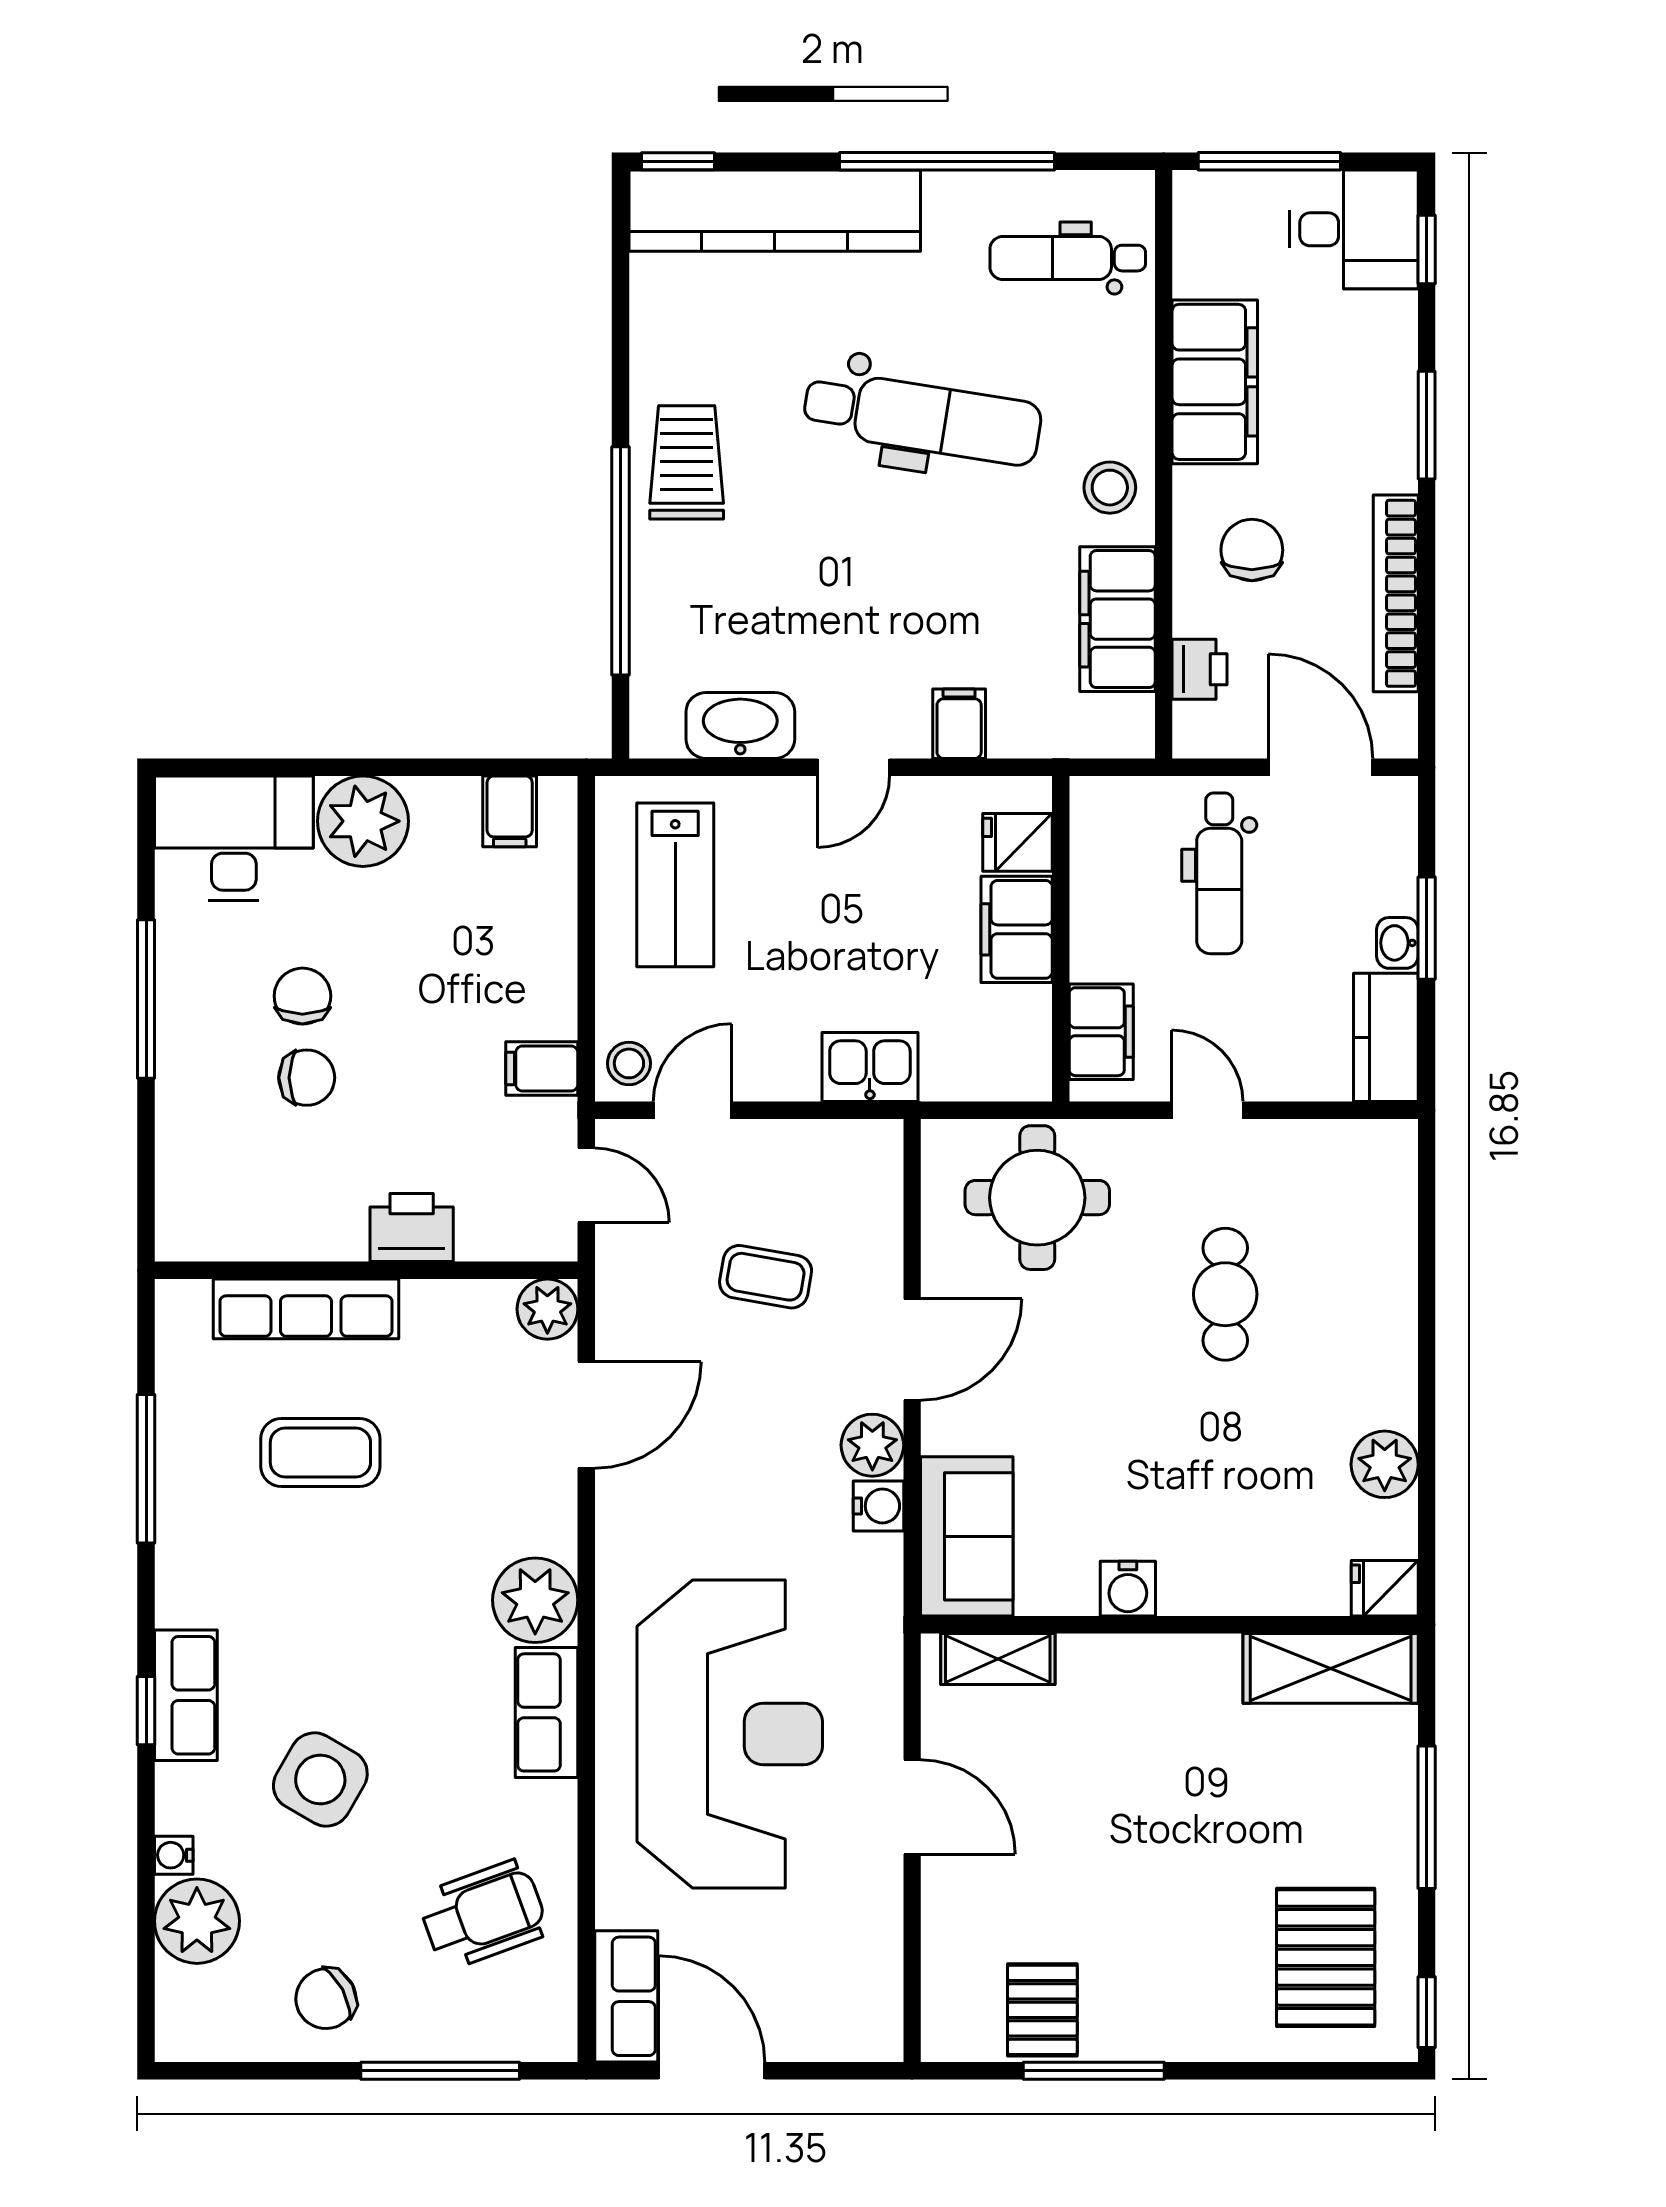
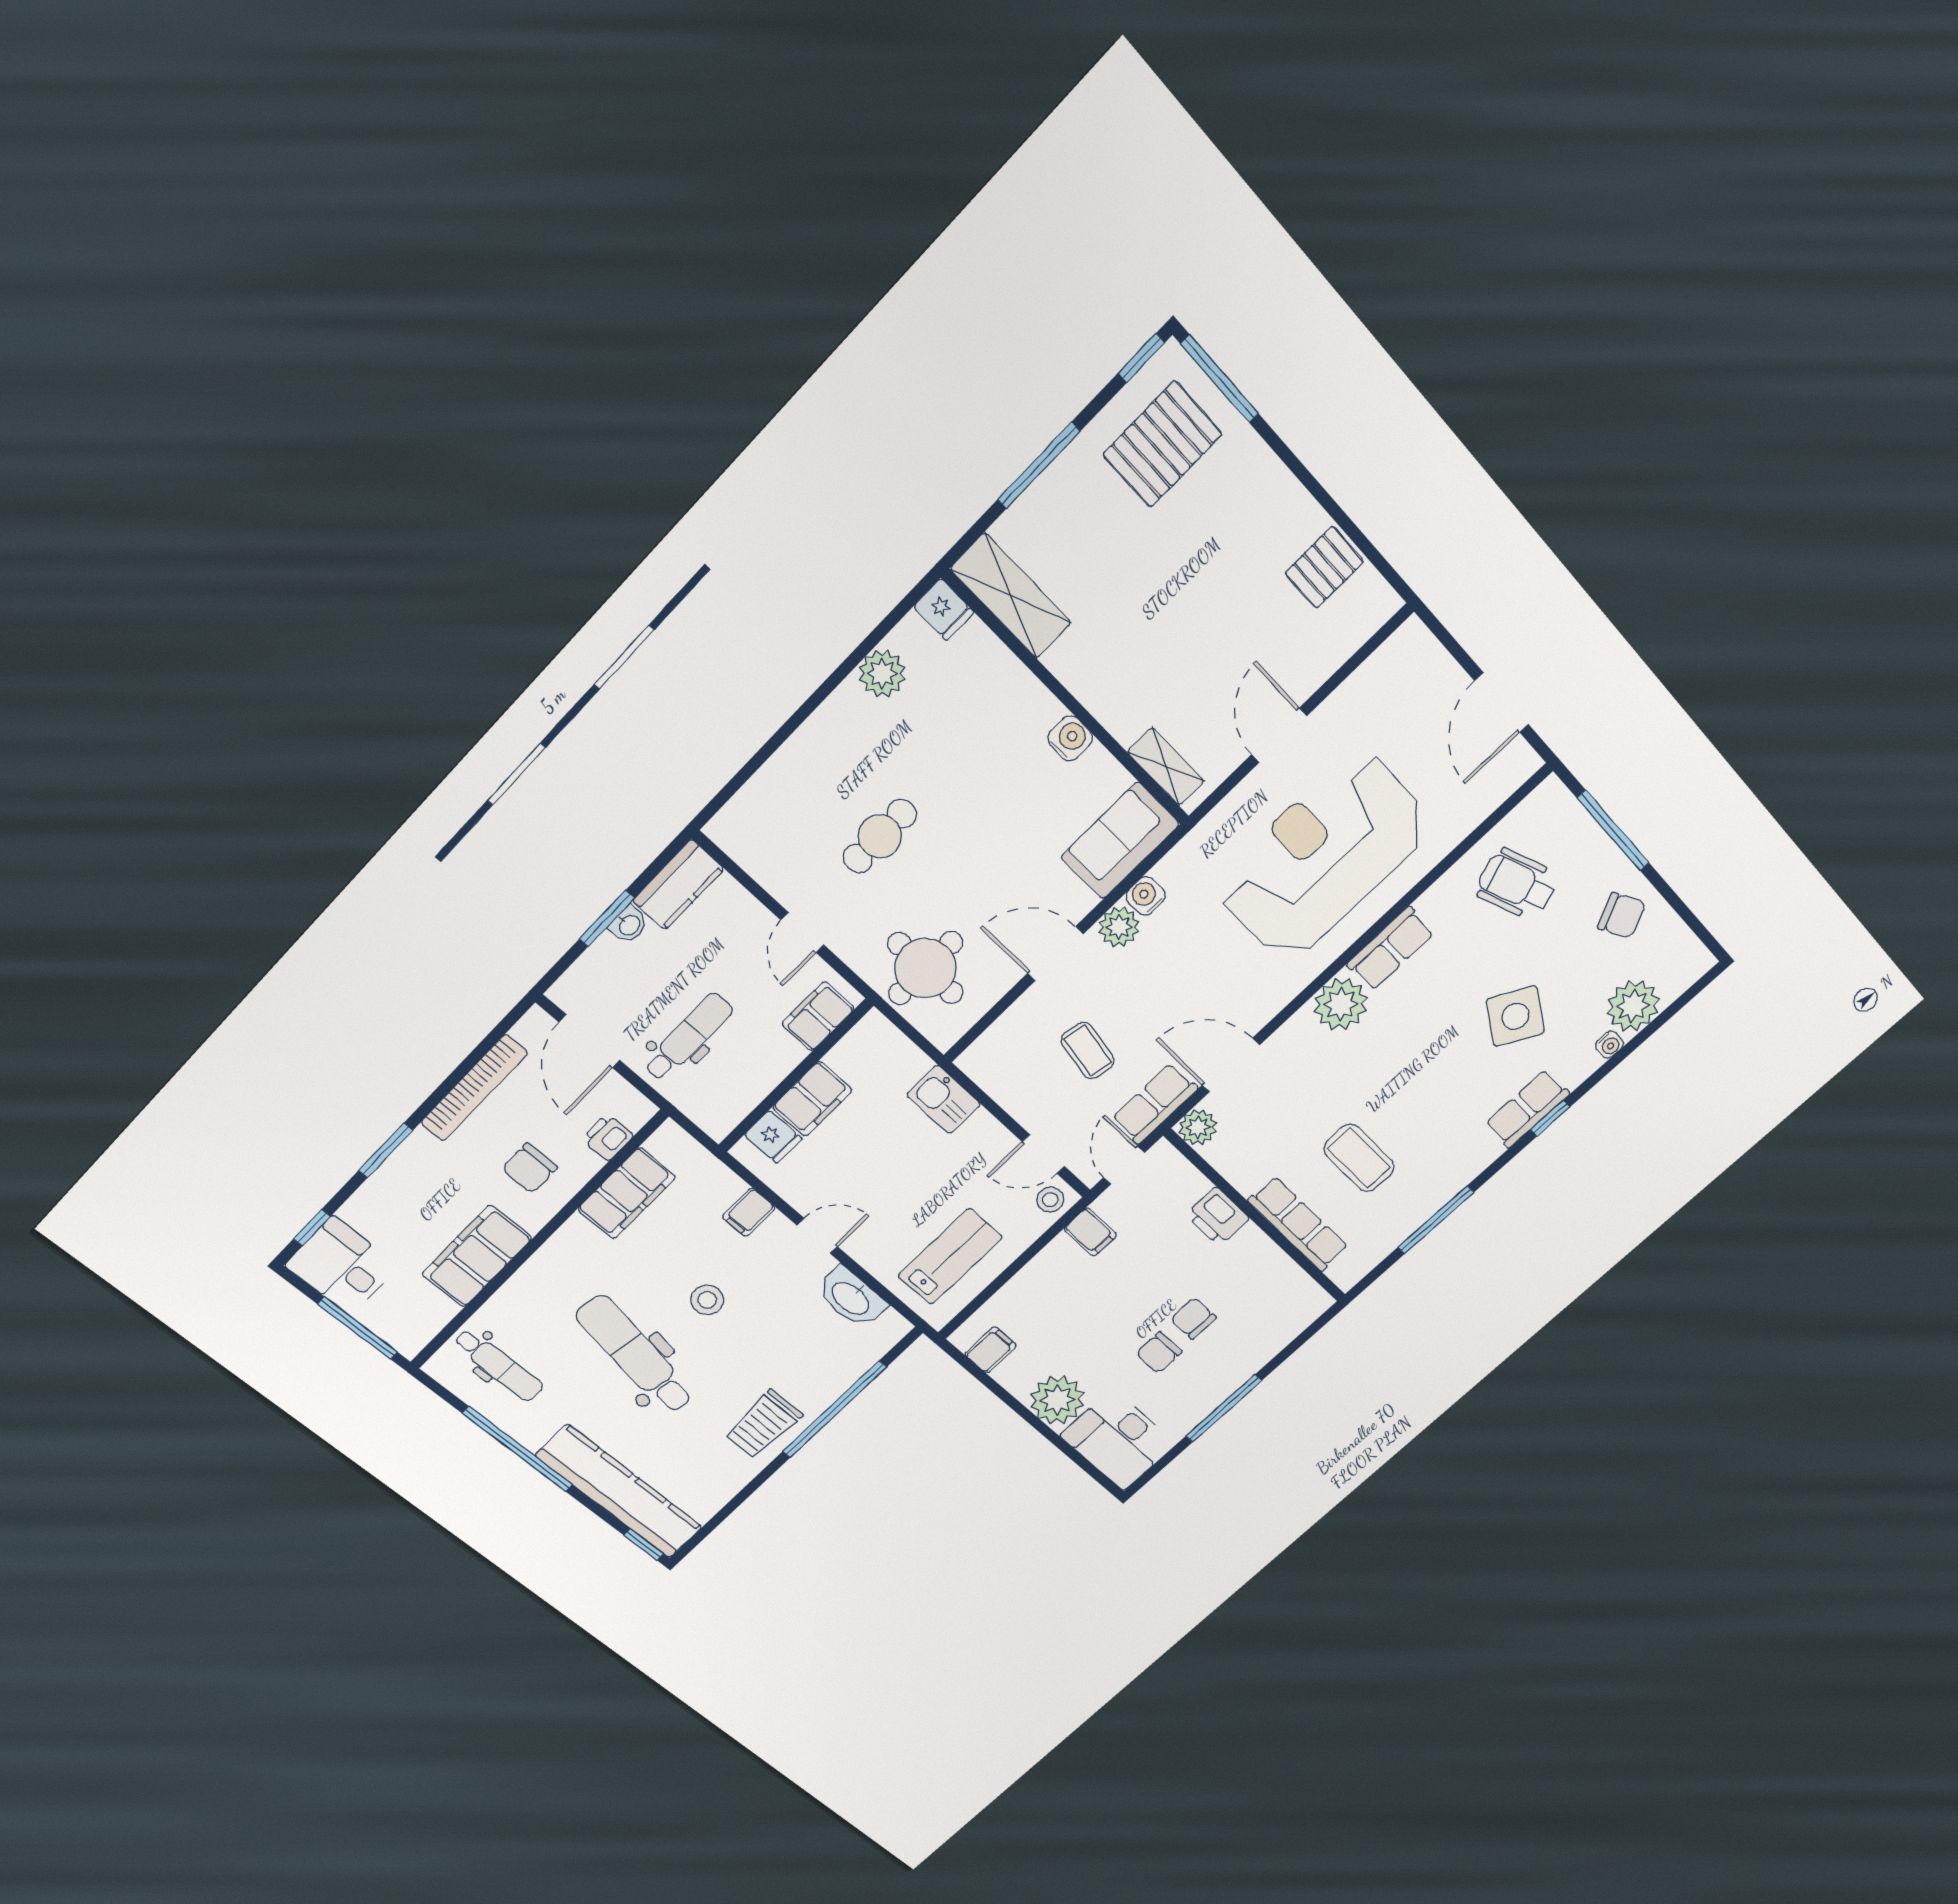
stool: (1110, 488) -> (707, 1300), moved
row of seats: (626, 1996) -> (1155, 1104), moved
window: (1094, 2071) -> (1220, 379), moved

